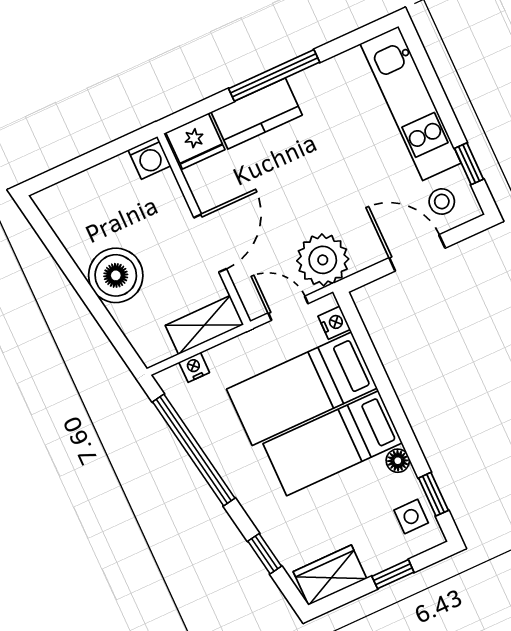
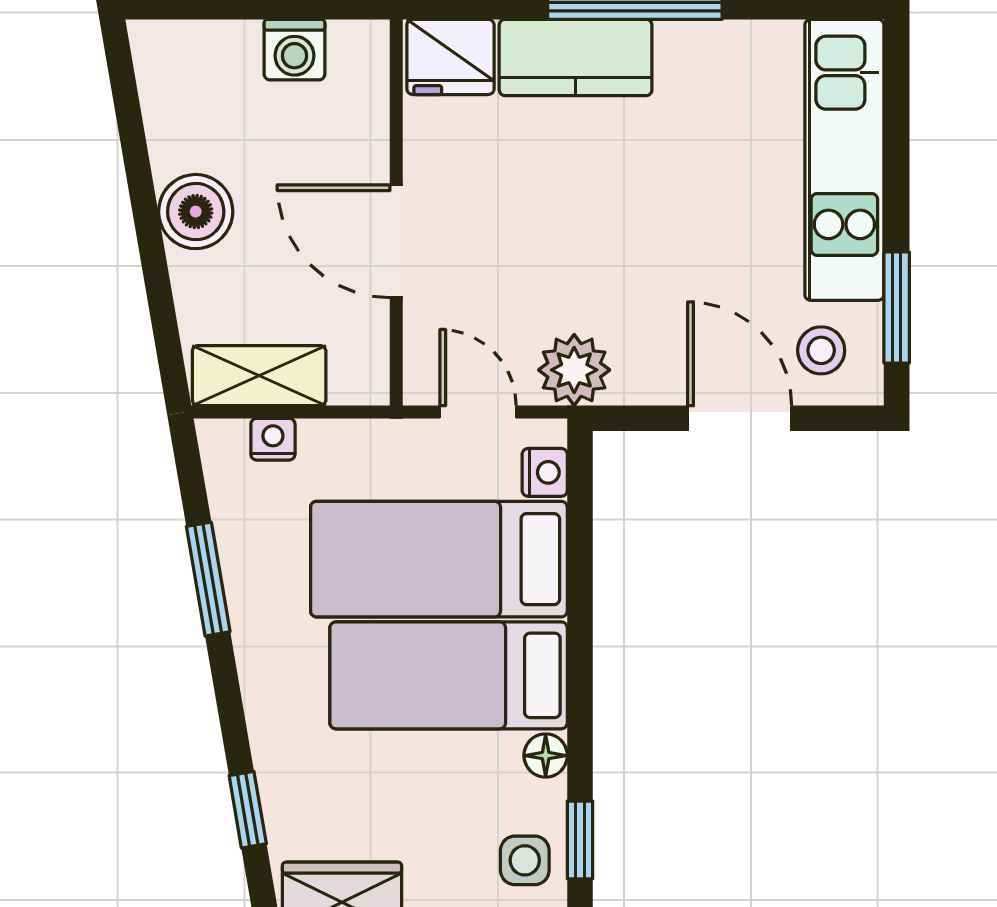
washing machine: (149, 158) -> (294, 50), moved
window: (469, 164) -> (897, 308), width x1.50
door: (210, 243) -> (396, 241), swing flipped
plant: (323, 260) -> (574, 370), width x0.73, depth x0.73
boiler: (116, 275) -> (196, 212), width x0.73, depth x0.73
shelving: (204, 325) -> (259, 376), moved
window: (194, 450) -> (208, 579), width x0.47

